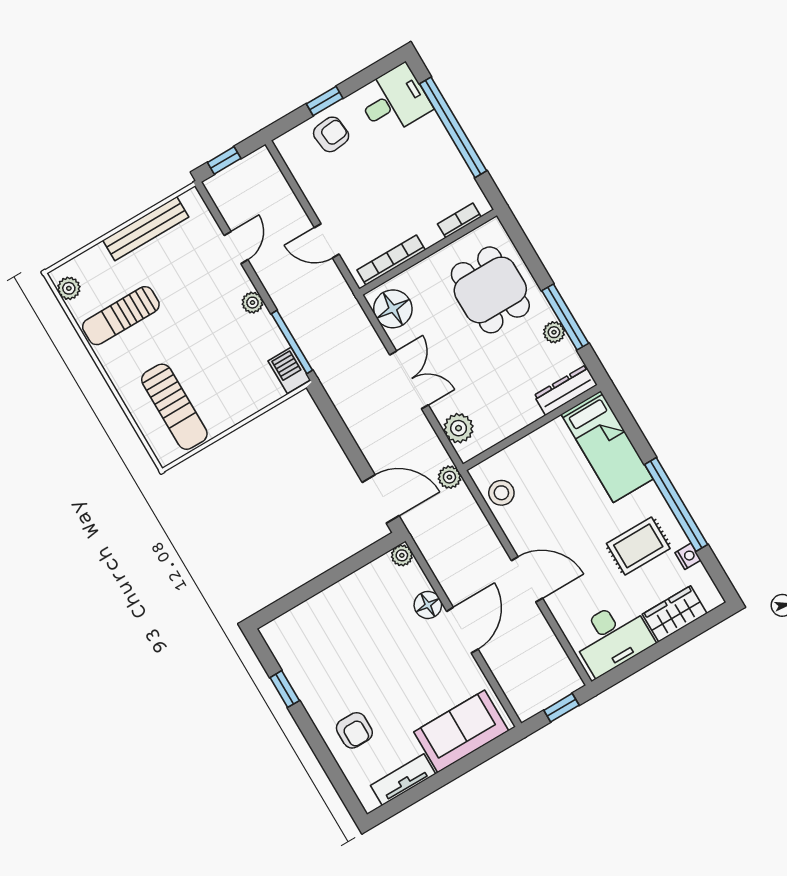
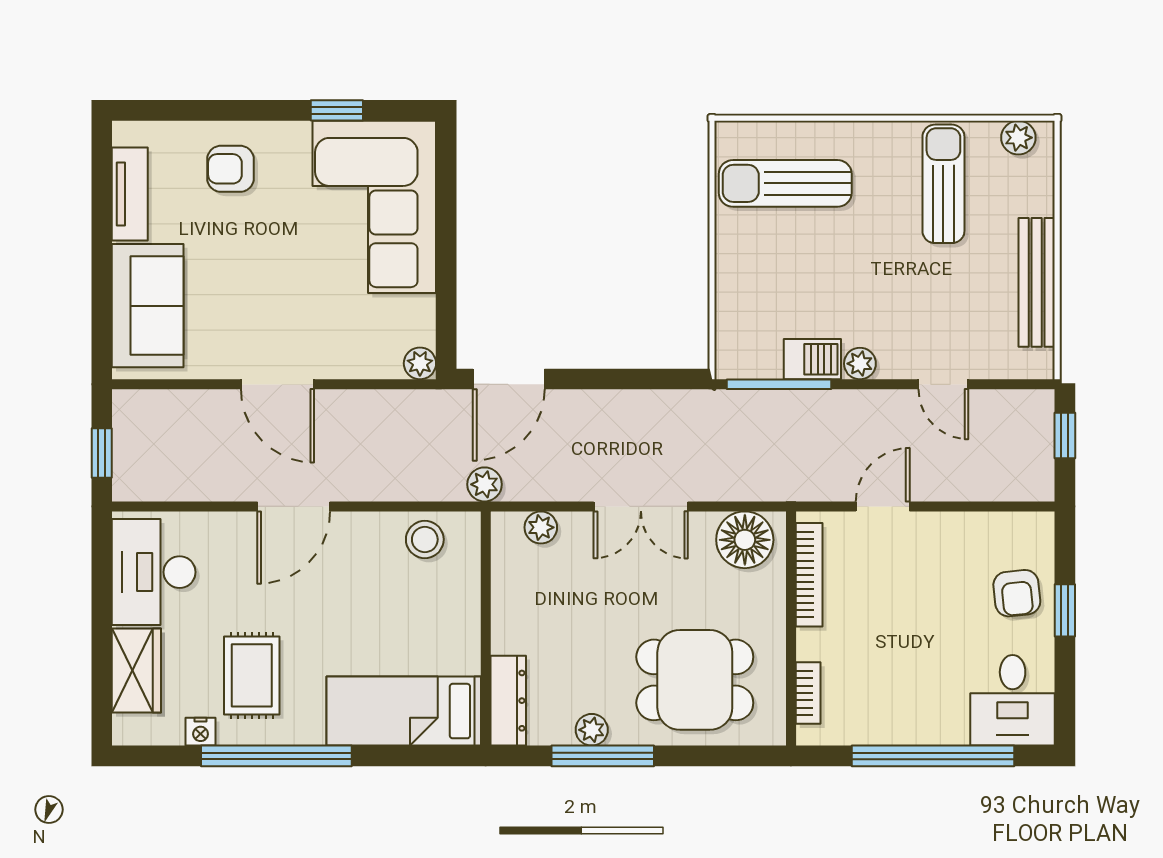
barbecue: (289, 370) -> (812, 359), moved
plant: (459, 428) -> (541, 527), width x0.73, depth x0.73
floor lamp: (428, 605) -> (336, 359), removed
corner sofa: (327, 635) -> (374, 207), added

